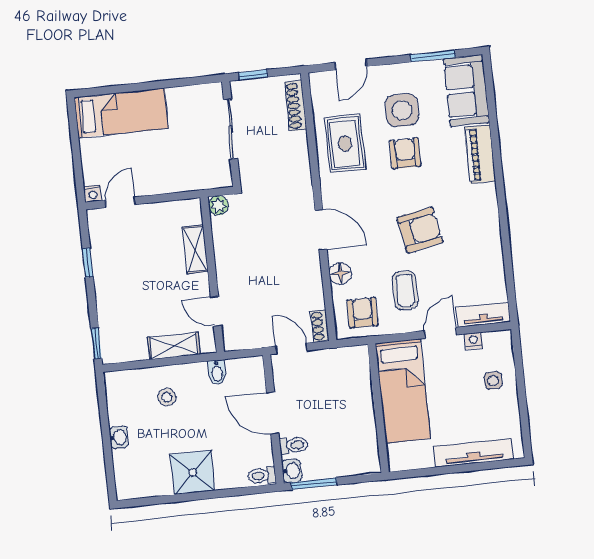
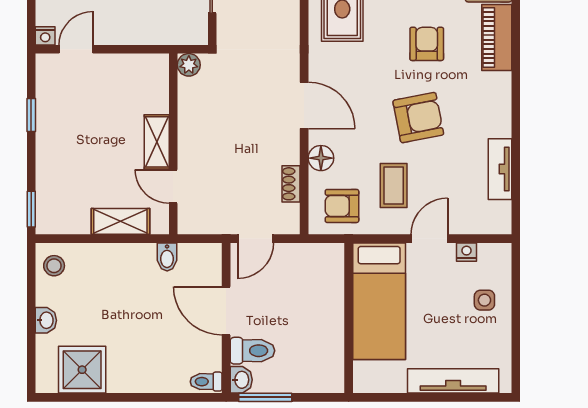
armchair: (405, 153) -> (427, 44), moved
shelving: (195, 249) -> (157, 142), moved
armchair: (362, 313) -> (342, 206), turned -90
tv unit: (483, 315) -> (500, 169), moved, turned -90
shoe rack: (320, 326) -> (291, 184), moved
door: (291, 348) -> (256, 239), swing flipped
stool: (167, 397) -> (54, 266), moved
toilet: (293, 445) -> (252, 351), width x1.37, depth x1.39
shower: (193, 472) -> (82, 370), moved

